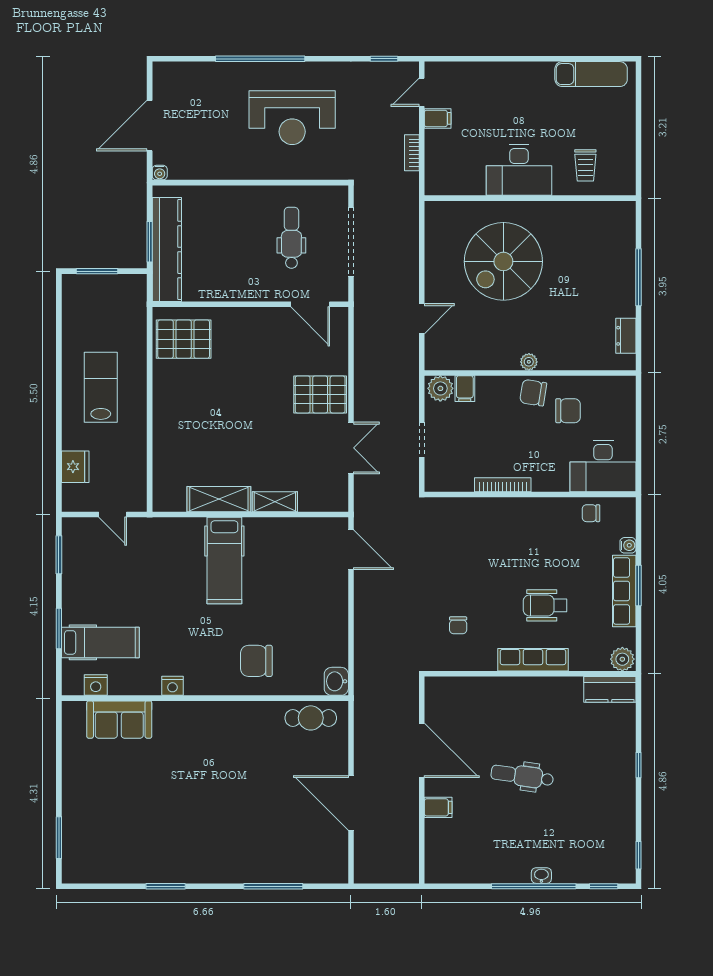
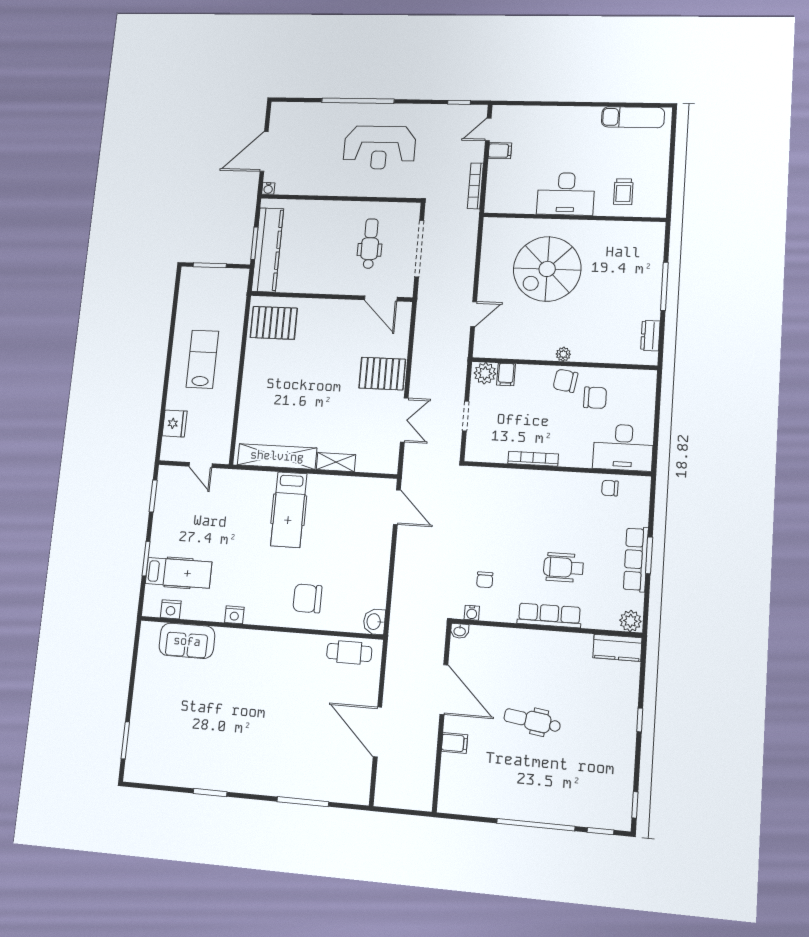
bookcase: (412, 153) -> (475, 186), width x1.56
shelving: (219, 499) -> (277, 456), width x1.47
water cooler: (628, 545) -> (472, 613), moved, turned 90
washbasin: (541, 876) -> (460, 631), moved, turned 180

